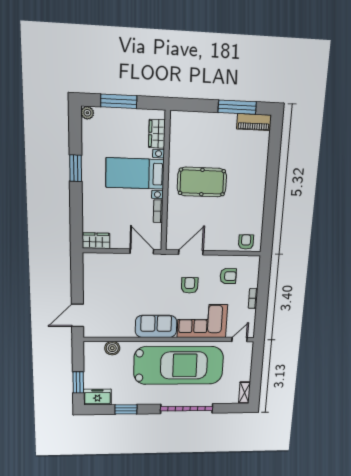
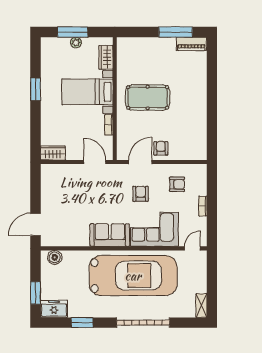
plant: (87, 113) -> (76, 43), moved
armchair: (246, 242) -> (161, 148), moved
boiler: (112, 348) -> (55, 257), moved

